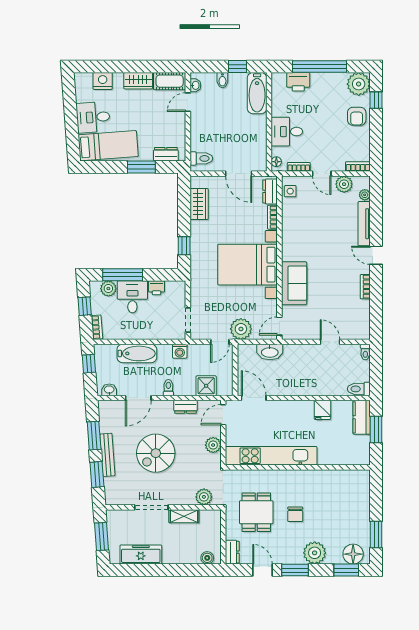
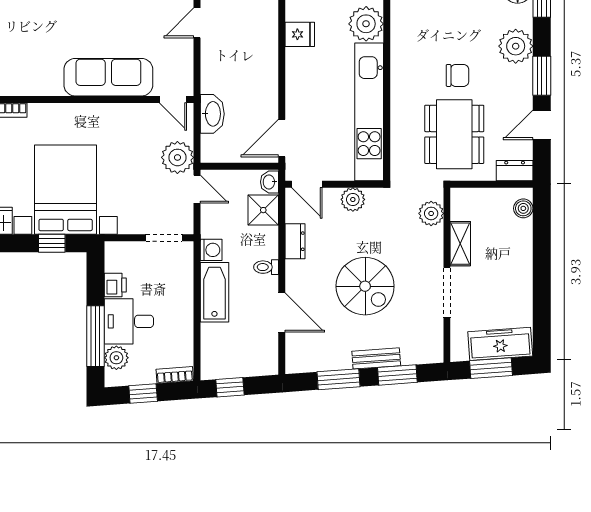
bed with nightstands: (247, 265) -> (66, 190), moved, turned 180
sofa: (294, 283) -> (108, 77), width x1.36
bathtub: (137, 353) -> (214, 292), moved
washbasin: (109, 390) -> (269, 182), moved
plant: (329, 454) -> (366, 24), added
bench: (107, 455) -> (376, 358), width x0.73
dining table: (256, 512) -> (454, 134), width x1.38
freezer: (141, 555) -> (500, 344), moved, turned 86

